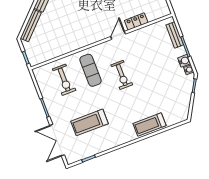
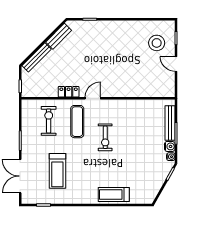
locker: (136, 22) -> (69, 92), moved
door: (118, 35) -> (93, 98), moved
bench: (175, 35) -> (170, 123), width x1.36
exercise bike: (64, 80) -> (49, 121), turned 180
treadmill: (89, 122) -> (57, 171), turned -90

